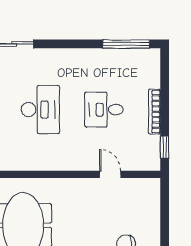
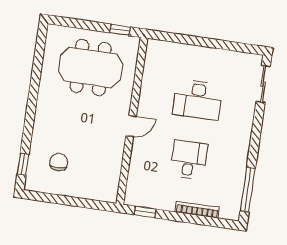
bookcase: (154, 112) -> (197, 210), moved
door: (110, 174) -> (131, 126), moved

